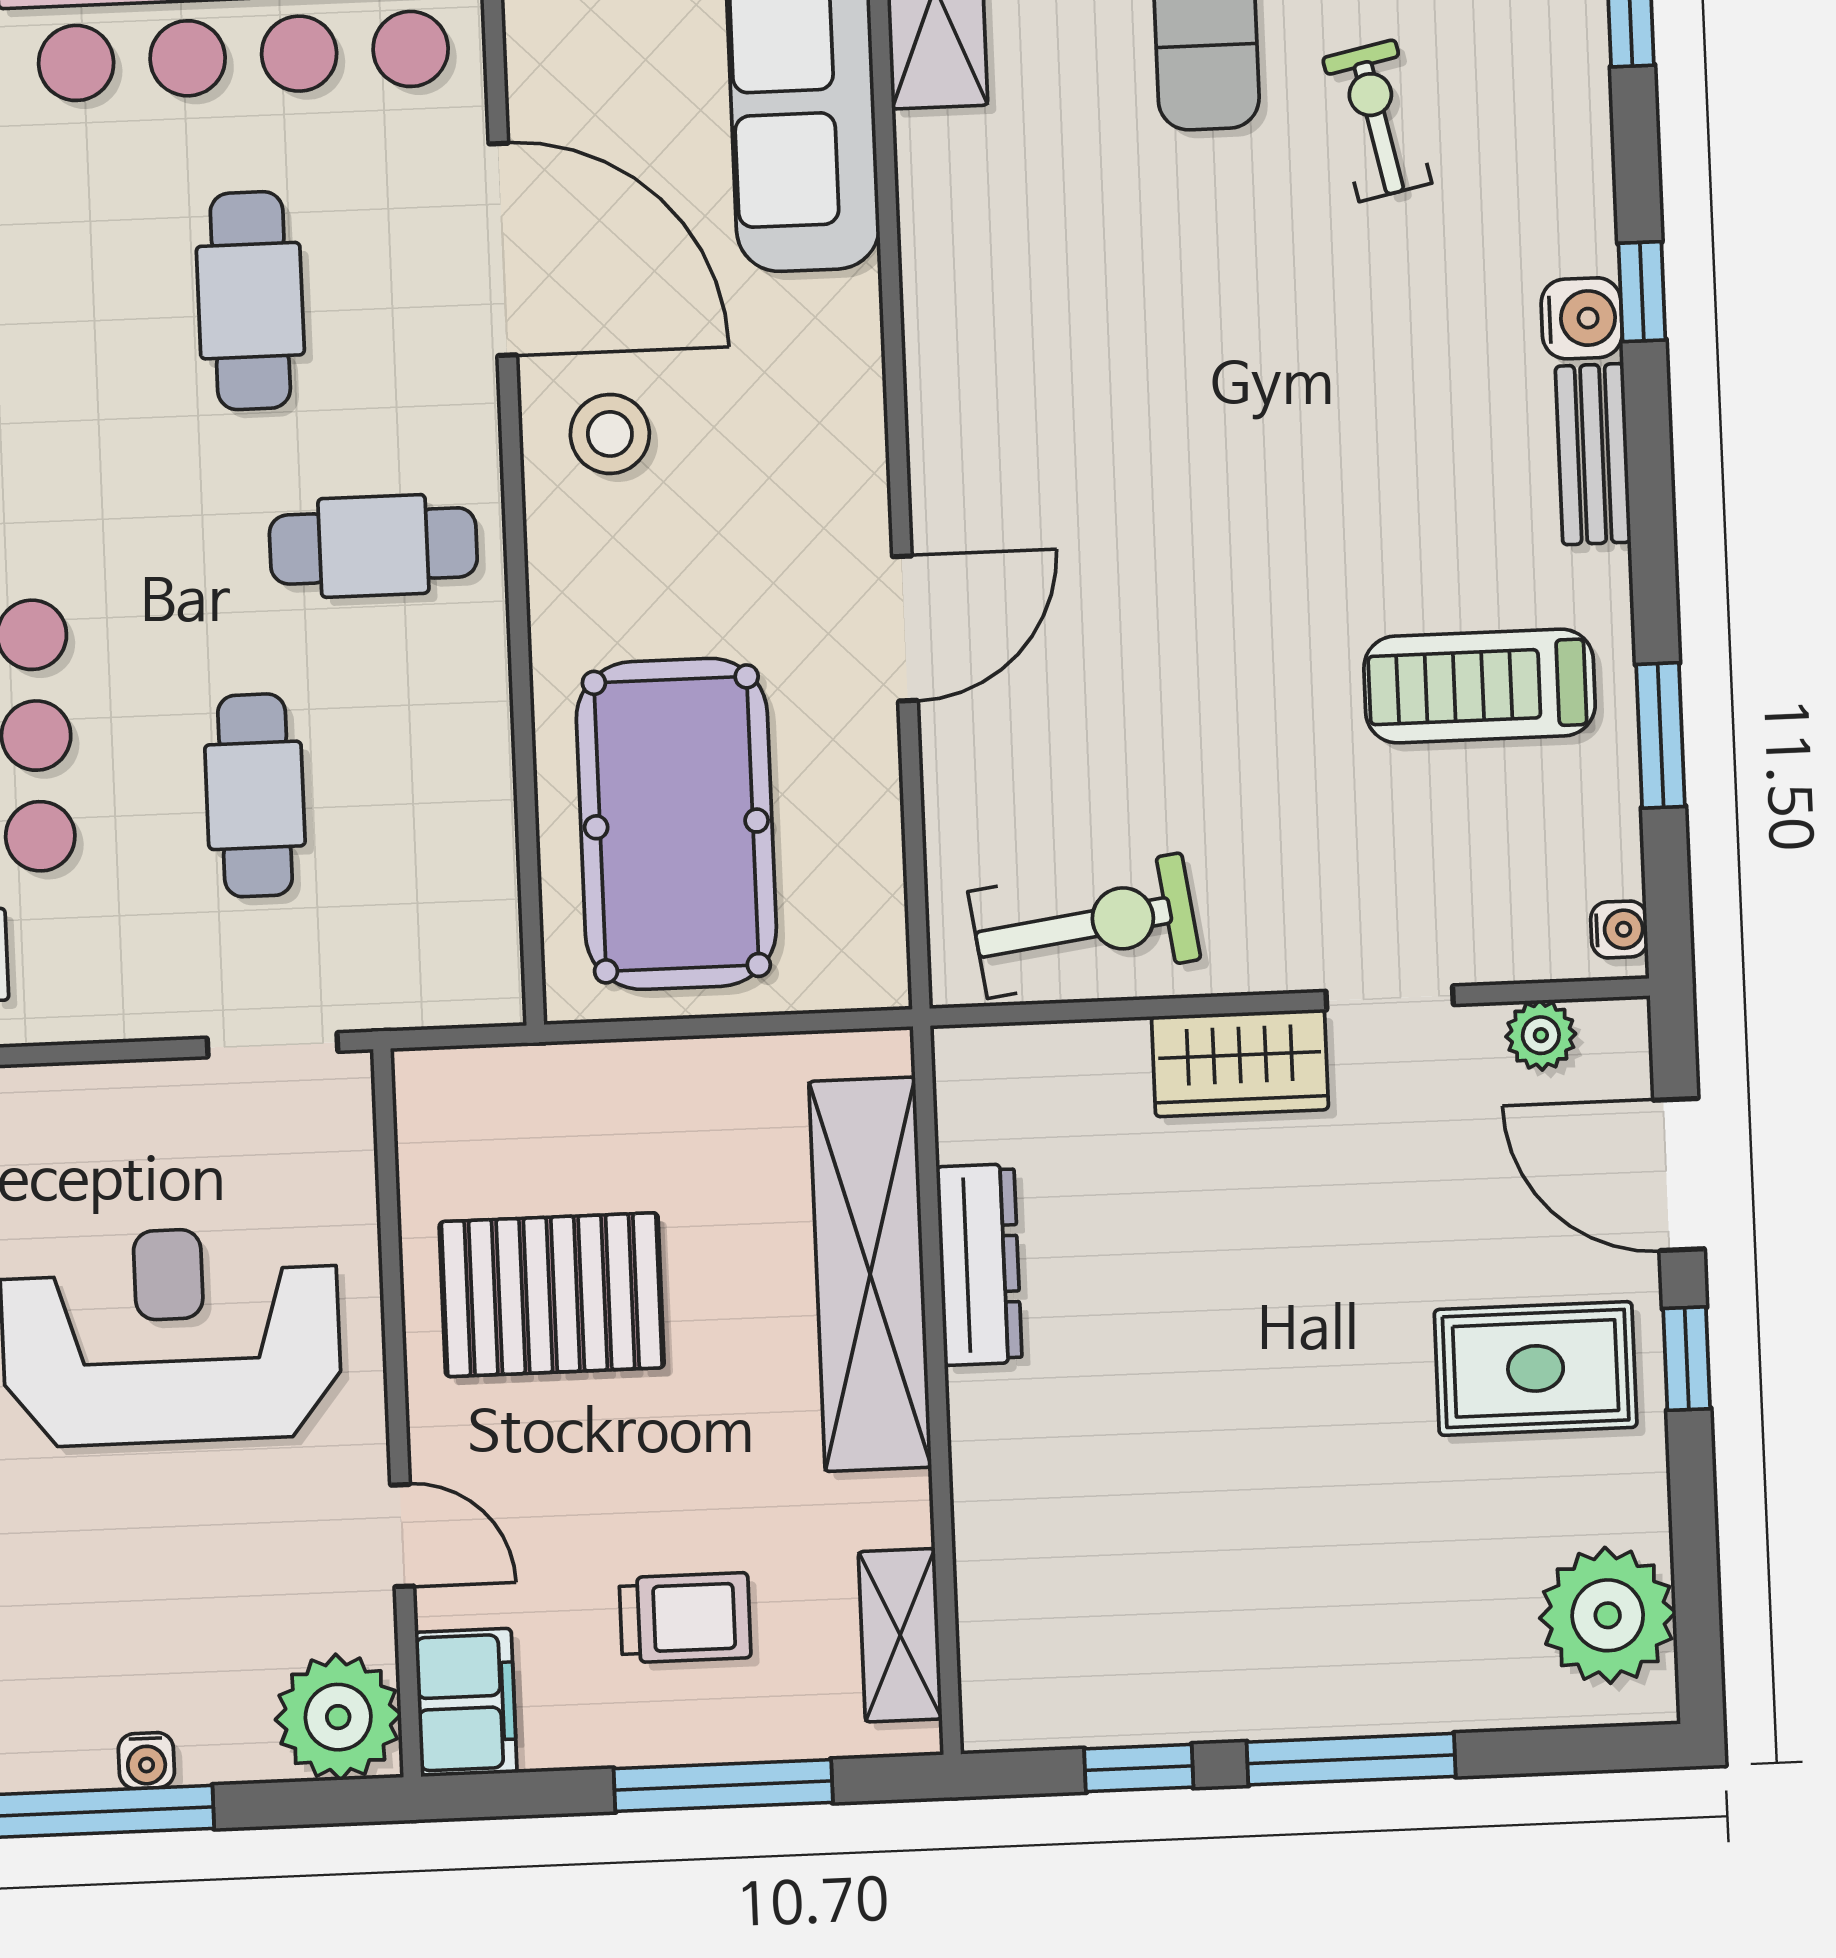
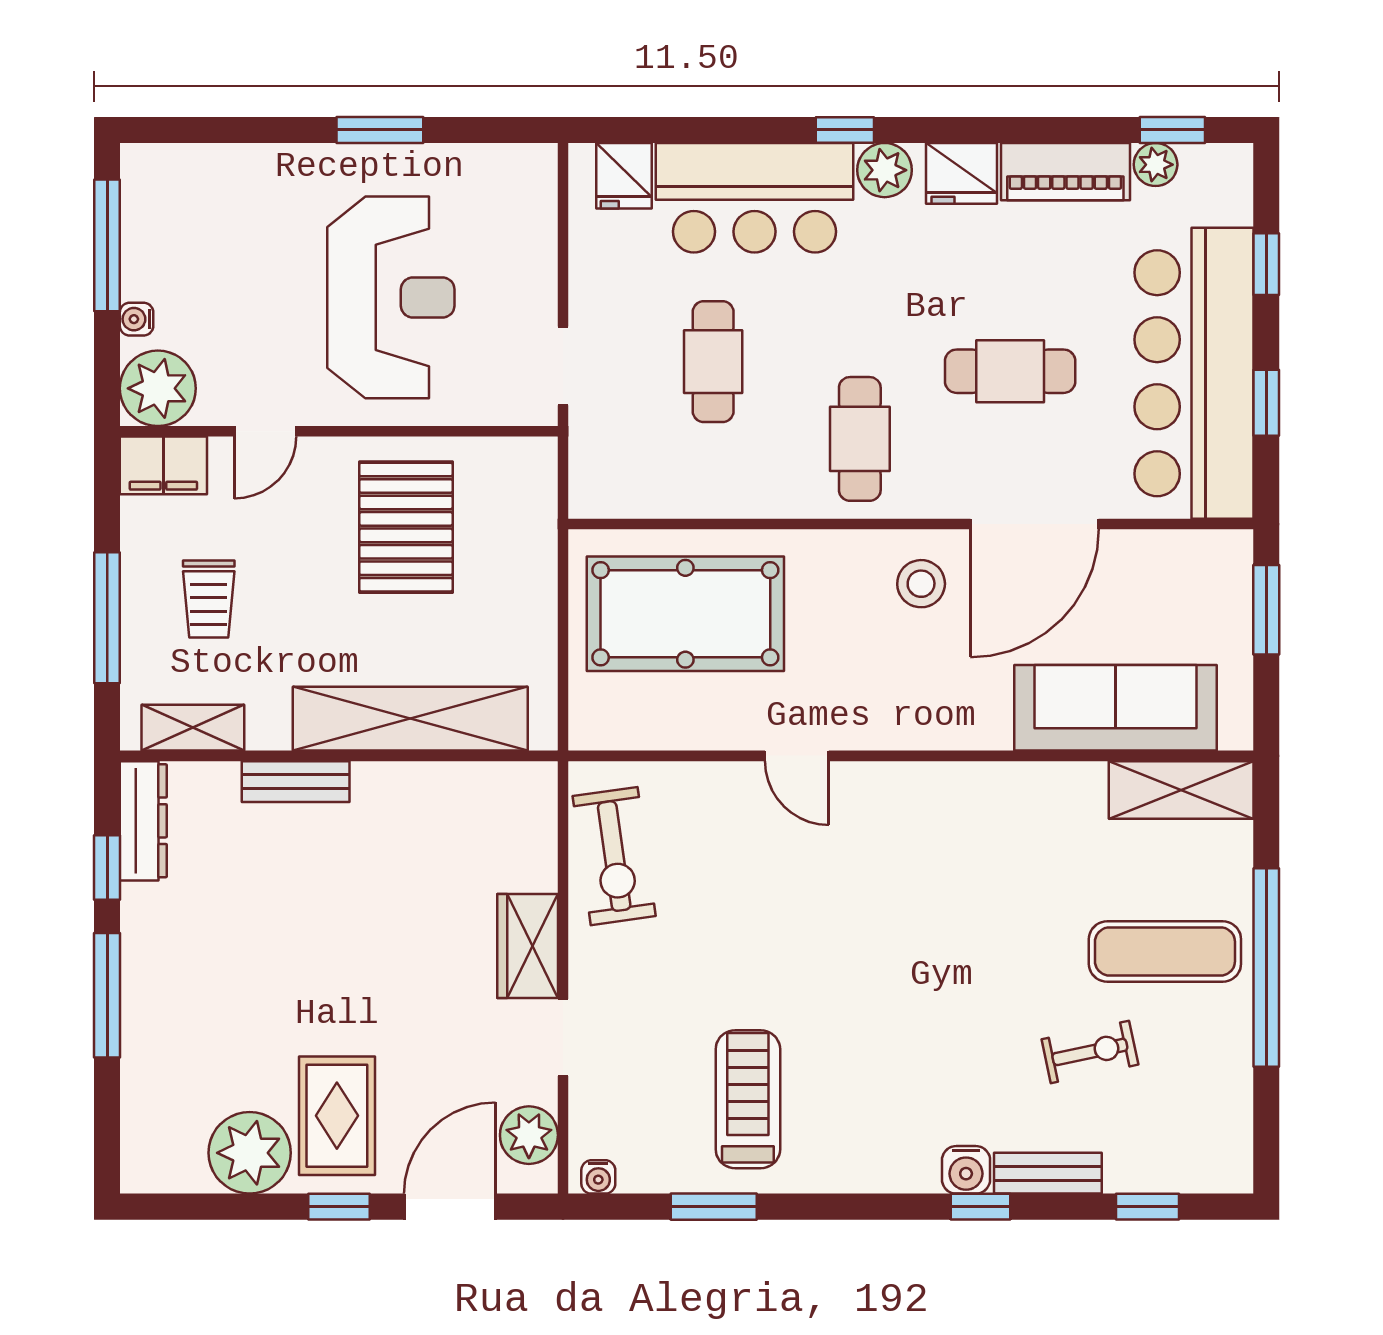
bench: (1593, 454) -> (1048, 1173), moved
door: (905, 629) -> (797, 756), width x0.73
cafe table: (255, 795) -> (713, 362), turned 90
plant: (1541, 1035) -> (529, 1135), width x1.38, depth x1.38
dresser: (979, 1265) -> (143, 821), moved, turned -90
bench: (983, 1460) -> (296, 782), added
plant: (1608, 1615) -> (250, 1153), moved
water cooler: (146, 1761) -> (137, 319), moved

